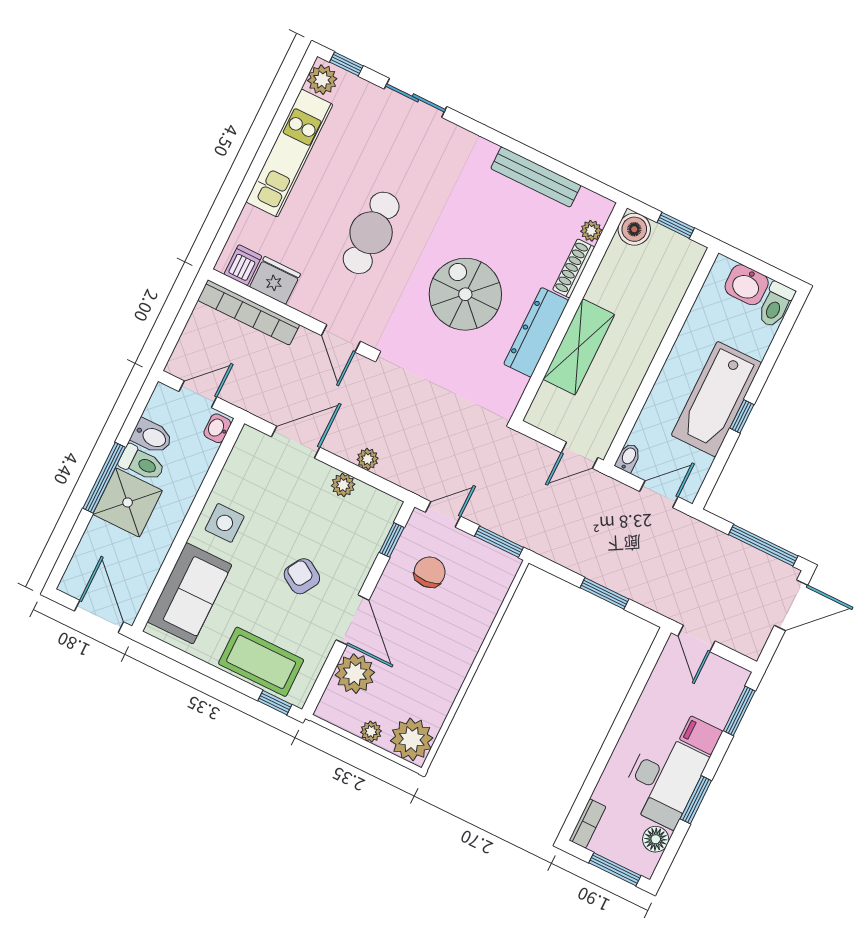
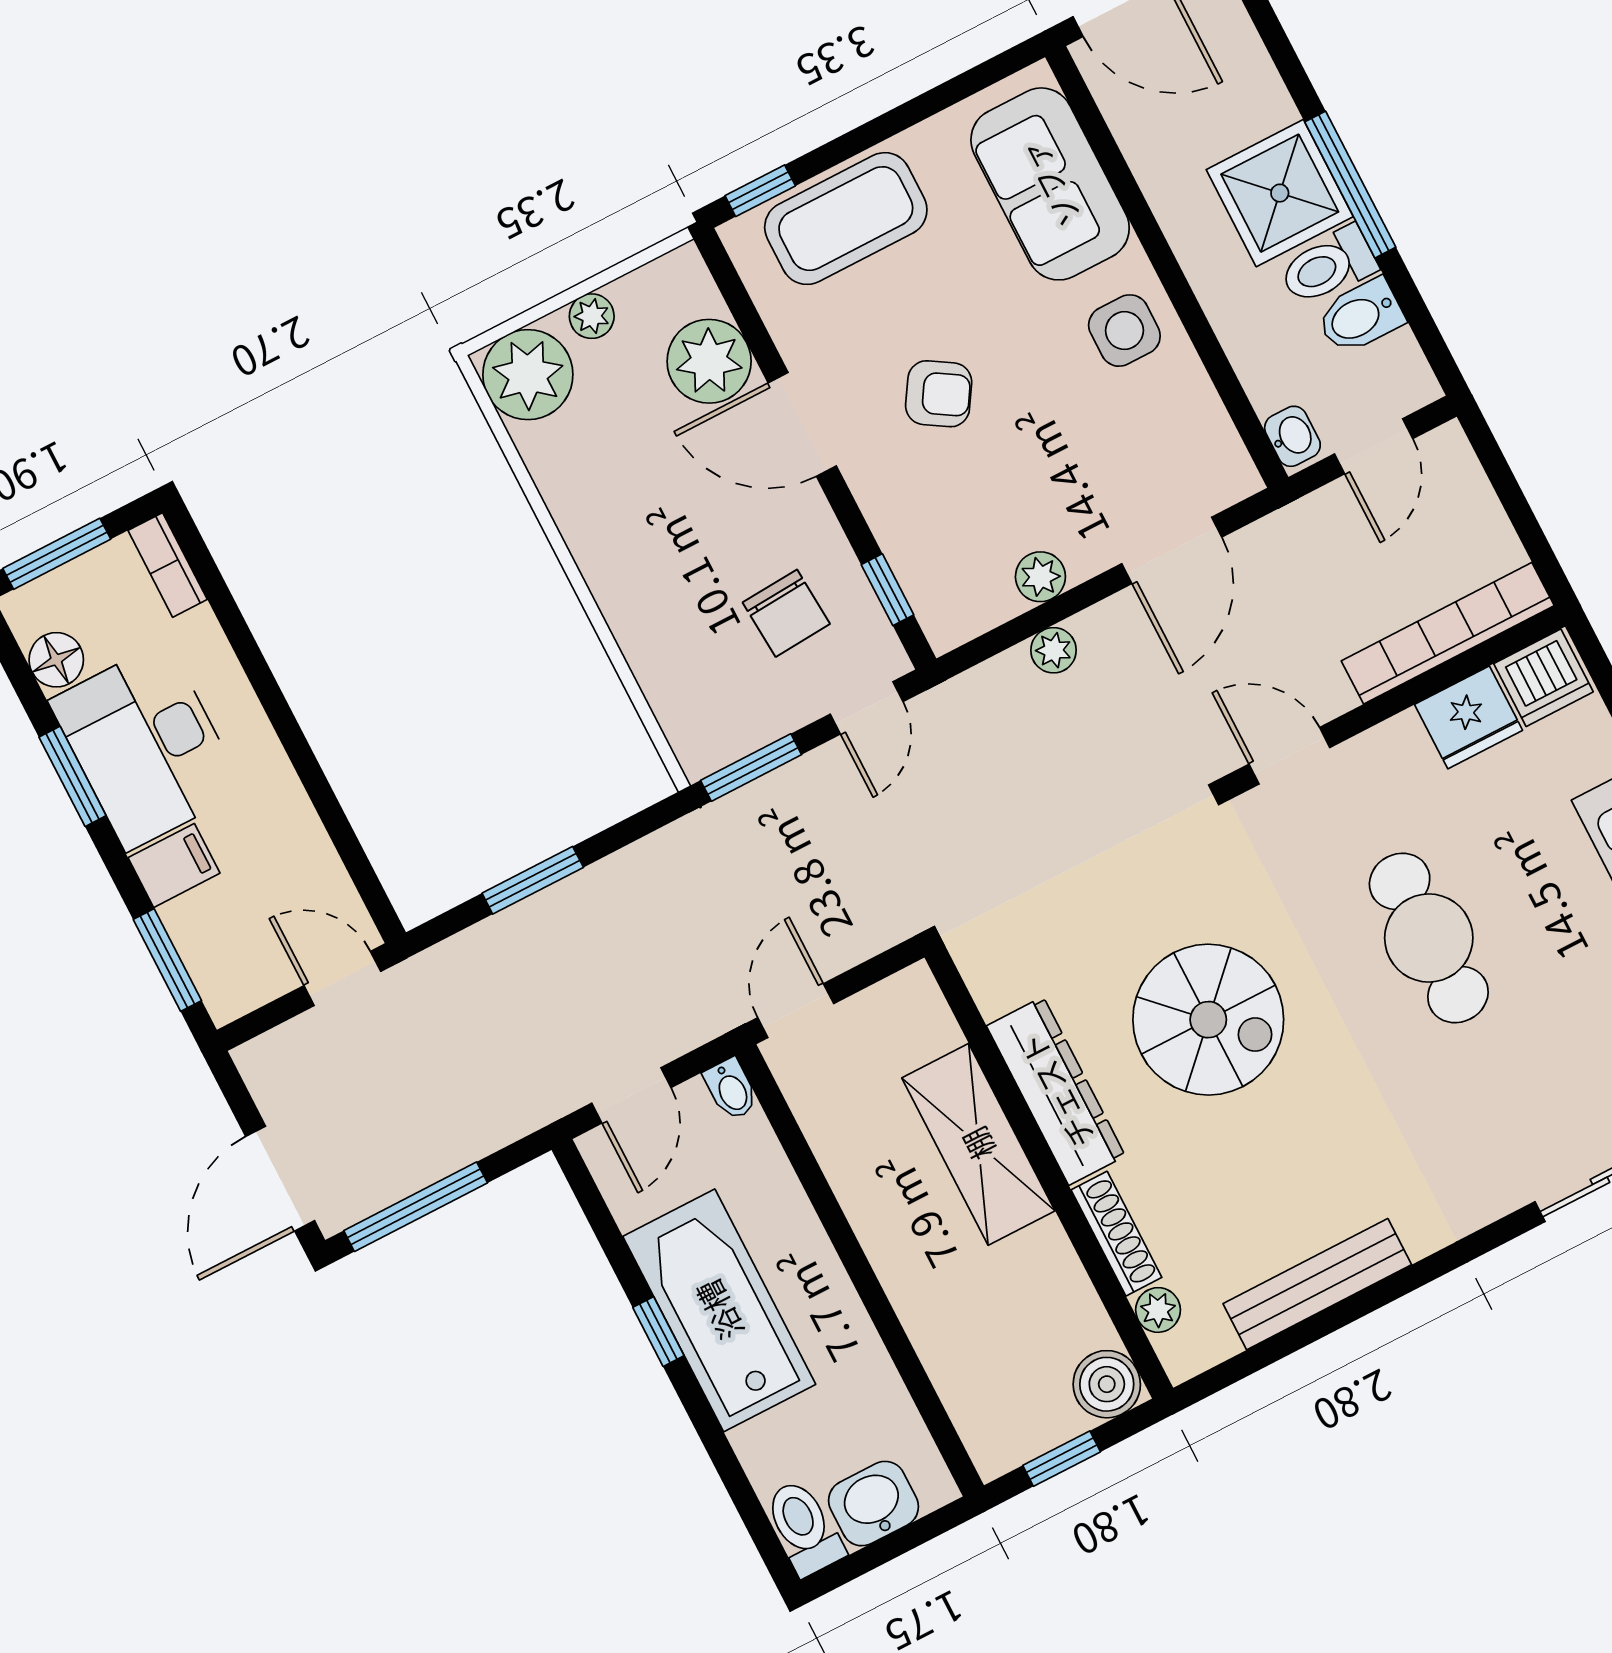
dishwasher: (243, 265) -> (1543, 678), width x1.38

